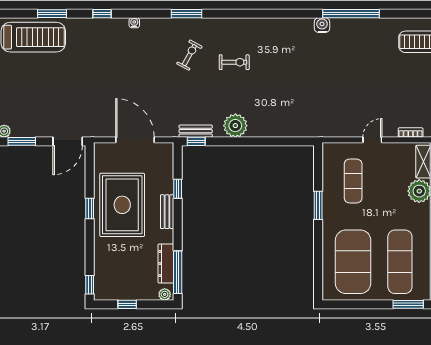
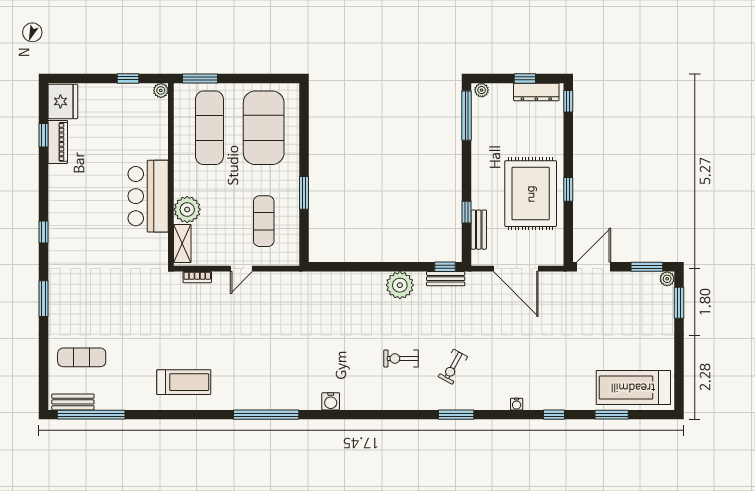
water cooler: (322, 25) -> (331, 401), moved
bench: (167, 212) -> (479, 230), moved
dresser: (166, 264) -> (536, 92), moved, turned 90

